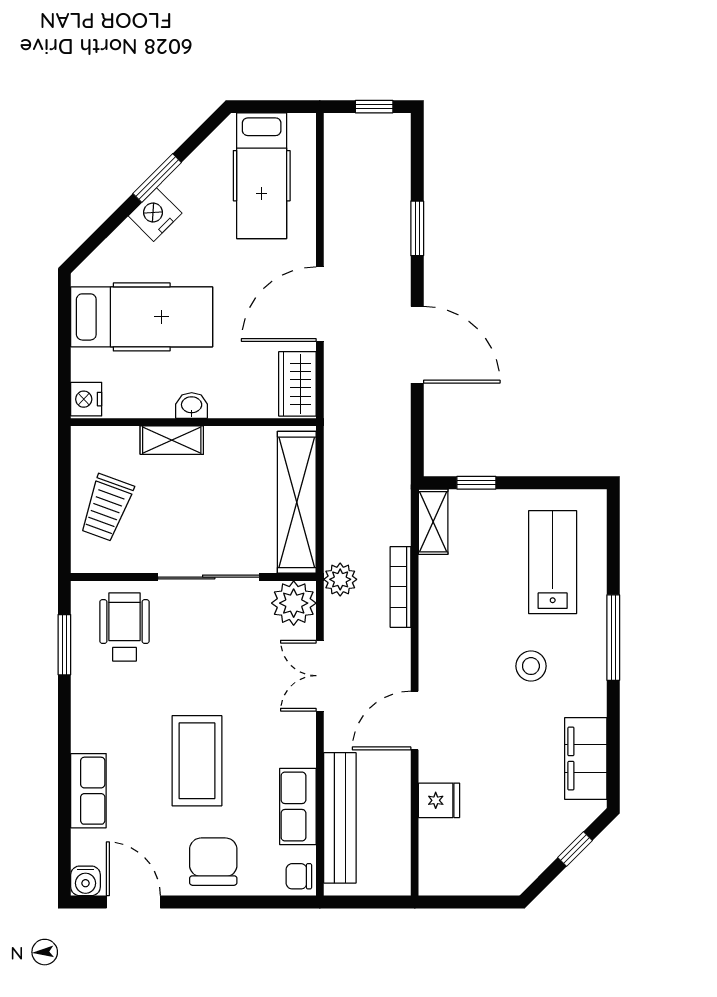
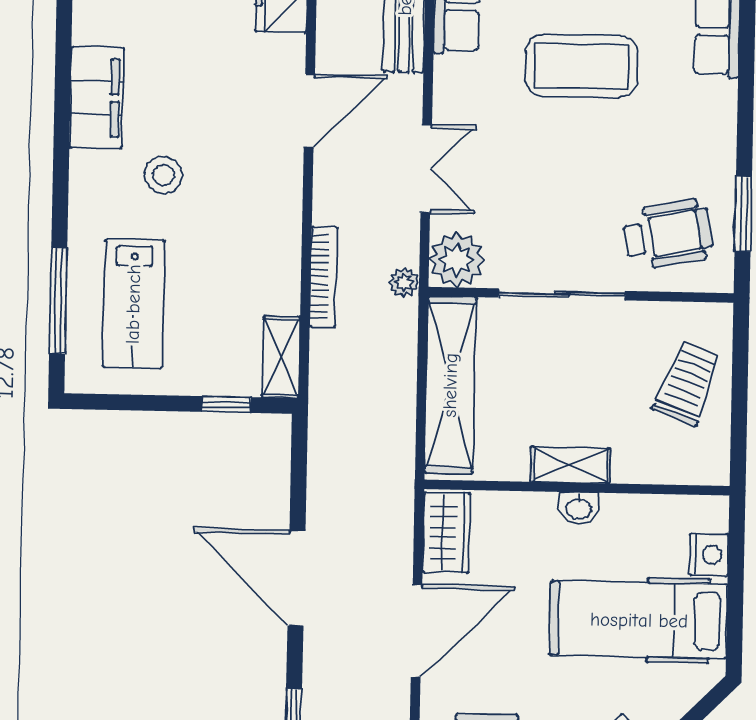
nightstand: (86, 399) -> (709, 555), moved
shelving: (172, 440) -> (570, 465), moved
plant: (340, 579) -> (404, 282), width x0.73, depth x0.73
wheelchair: (124, 627) -> (668, 234), turned -101
window: (613, 638) -> (58, 301), moved
filing cabinet: (586, 759) -> (97, 98), moved
coffee table: (197, 761) -> (581, 66), turned 90

